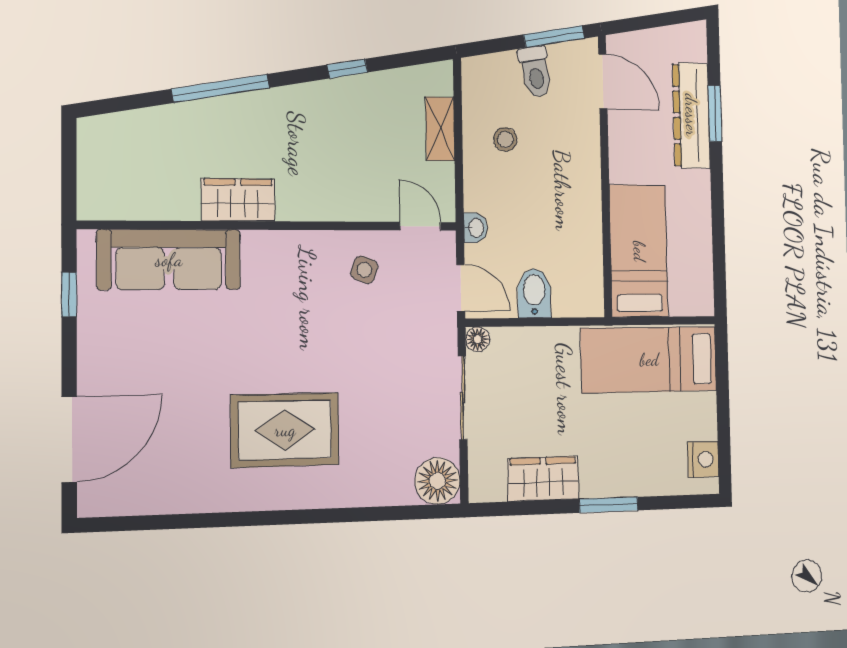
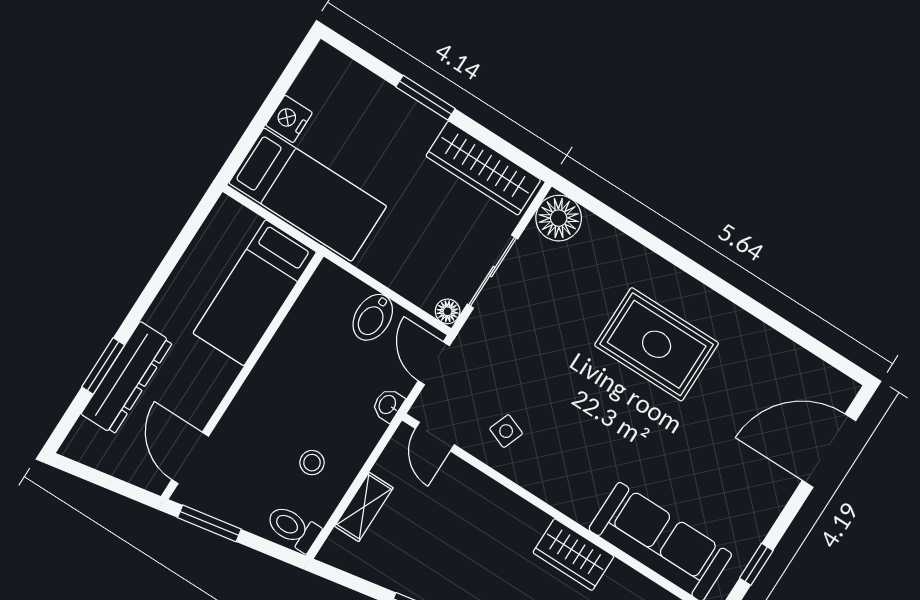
toilet: (535, 72) -> (293, 528), moved, turned -80
nightstand: (703, 459) -> (289, 119), moved
wardrobe: (543, 479) -> (483, 168), width x1.50

